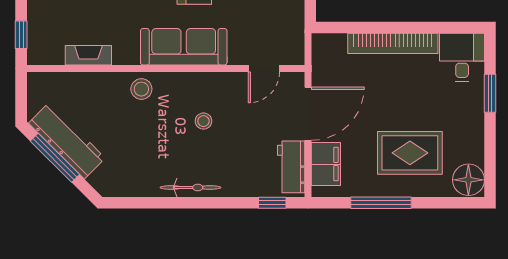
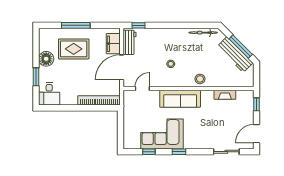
bookcase: (393, 43) -> (99, 100), moved
floor lamp: (468, 180) -> (46, 59), moved
bicycle: (190, 187) -> (203, 33), moved
window: (381, 203) -> (76, 25), moved

